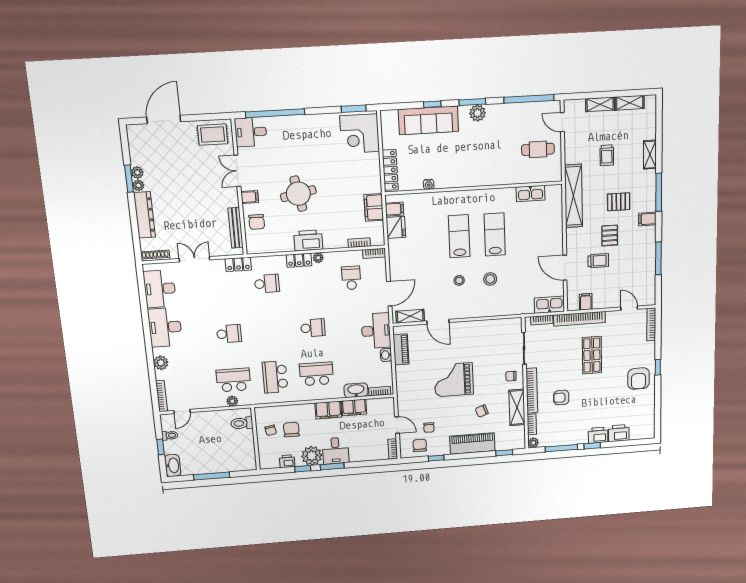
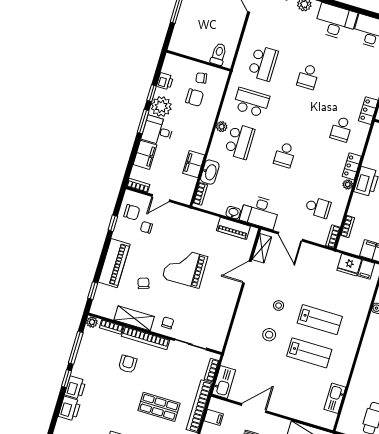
grand piano: (454, 380) -> (185, 267), turned -91
plant: (232, 401) -> (222, 127), moved
filing cabinet: (328, 410) -> (145, 155), moved, turned 180

